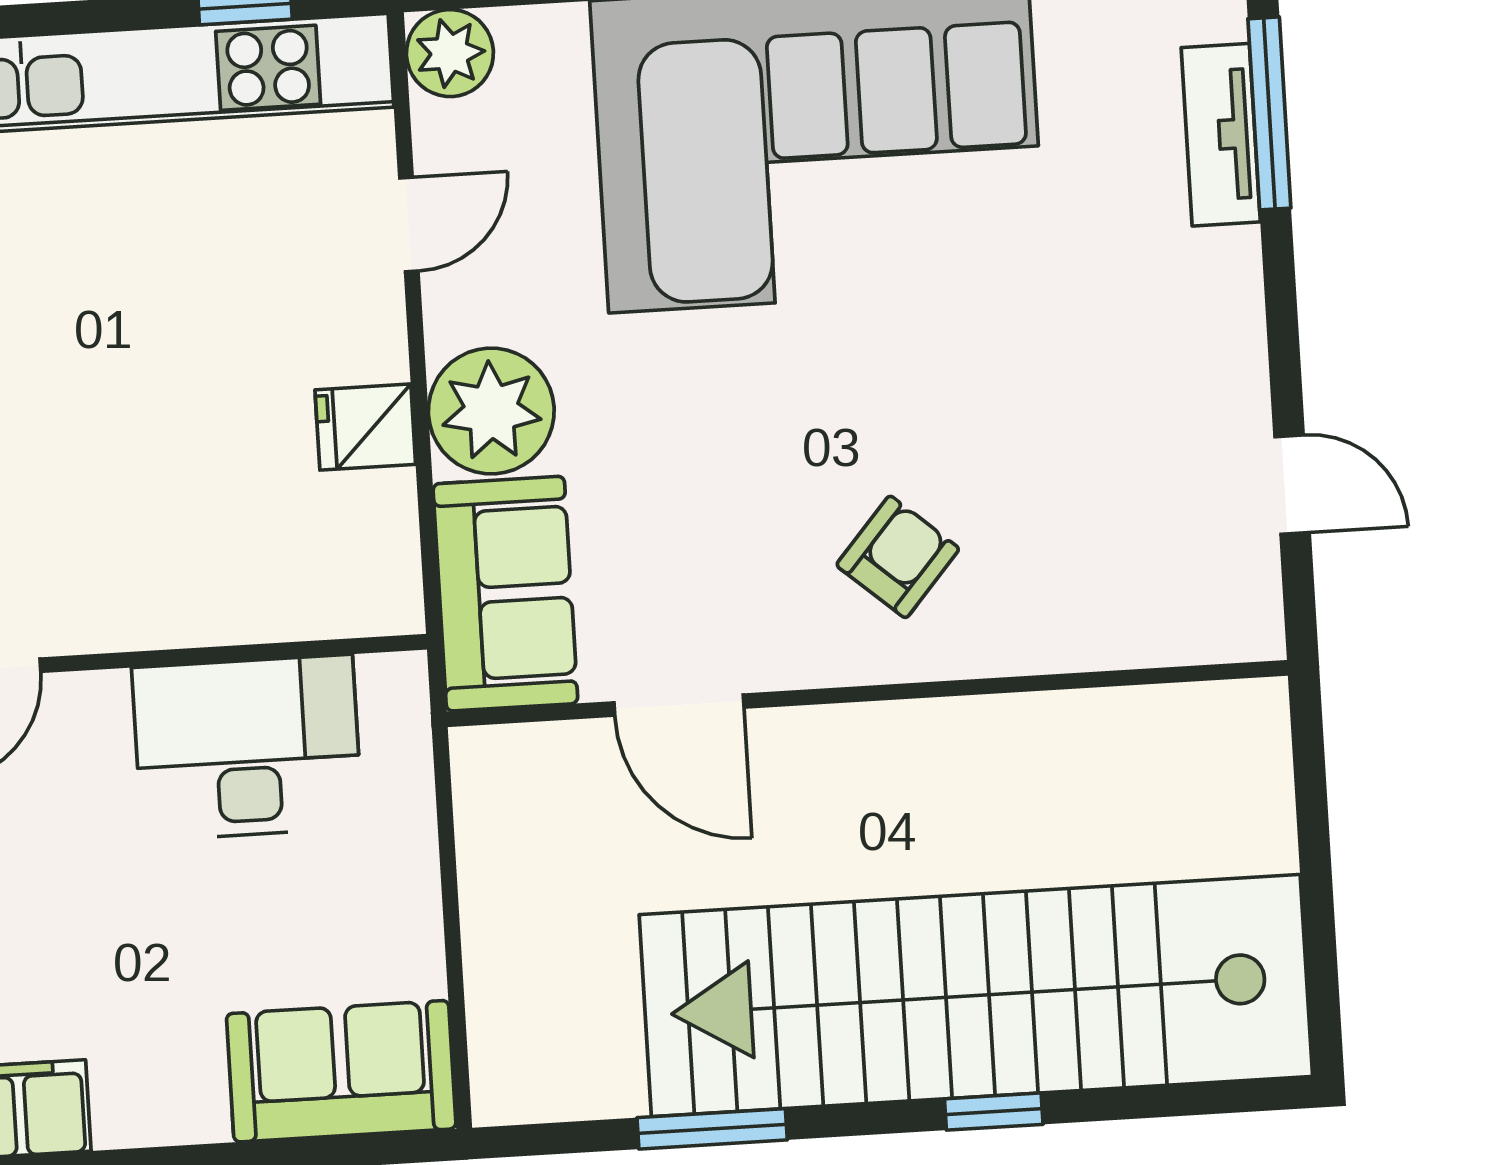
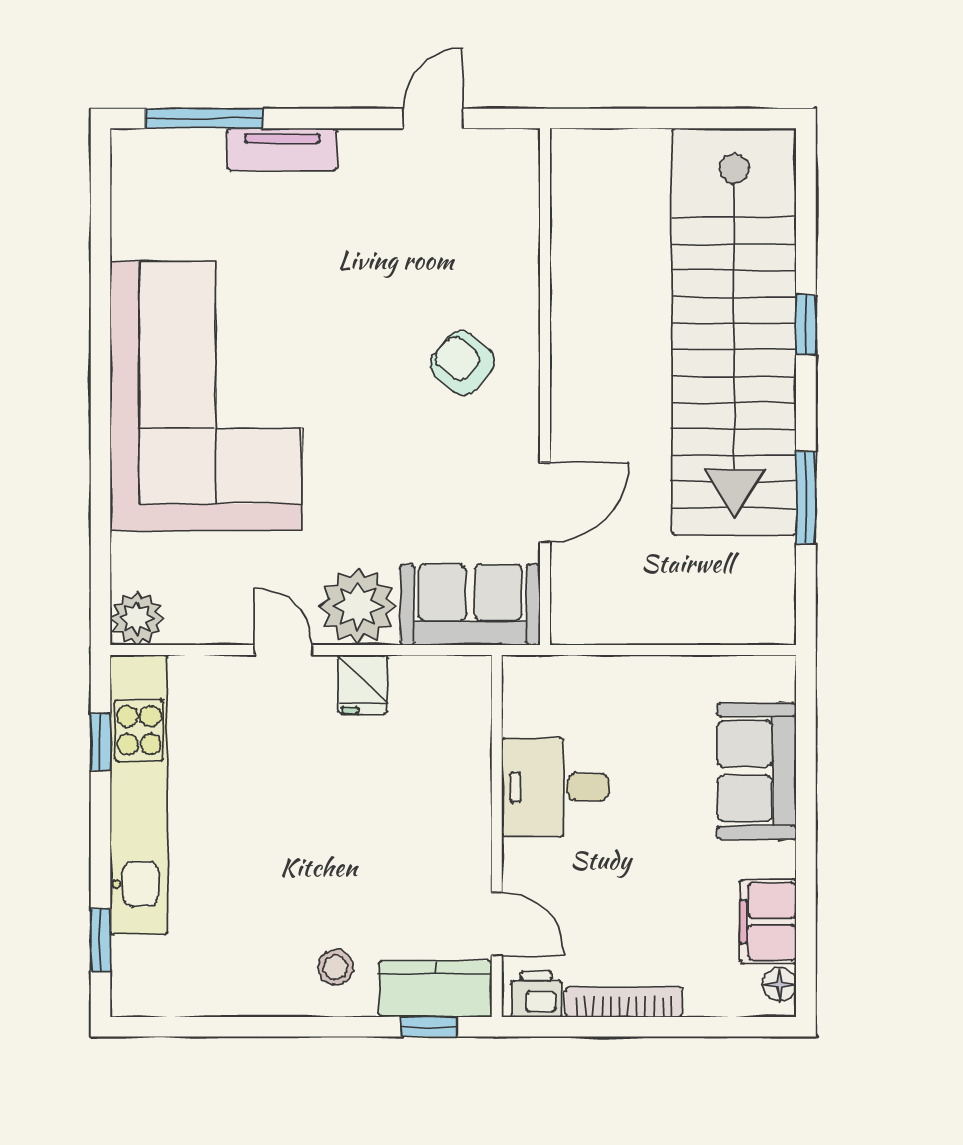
tv unit: (1221, 135) -> (282, 149), moved
door: (409, 225) -> (283, 650), moved
desk: (247, 748) -> (555, 787), width x0.73
sofa: (341, 1071) -> (757, 771), moved

